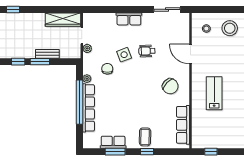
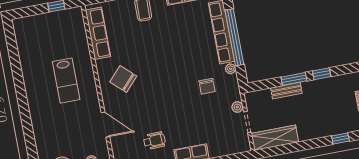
wheelchair: (147, 51) -> (154, 141), moved
side table: (124, 55) -> (189, 108), removed

